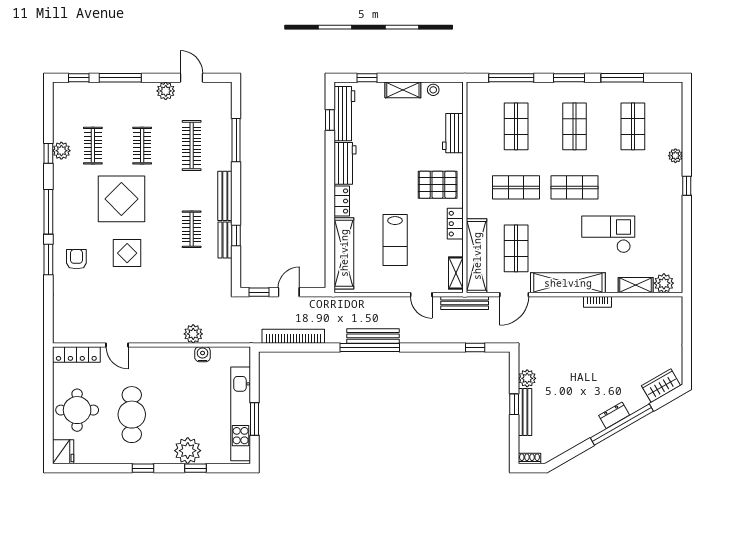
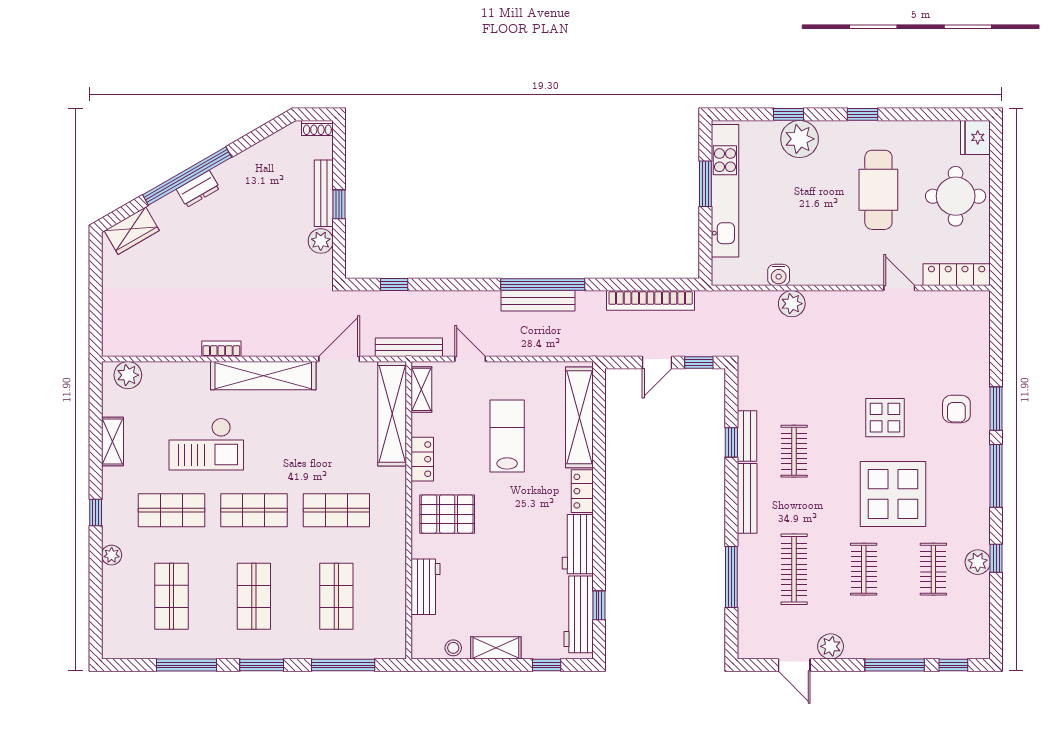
shop shelf: (516, 248) -> (171, 510), moved, turned 90
shelving: (636, 285) -> (112, 442), moved, turned 90

